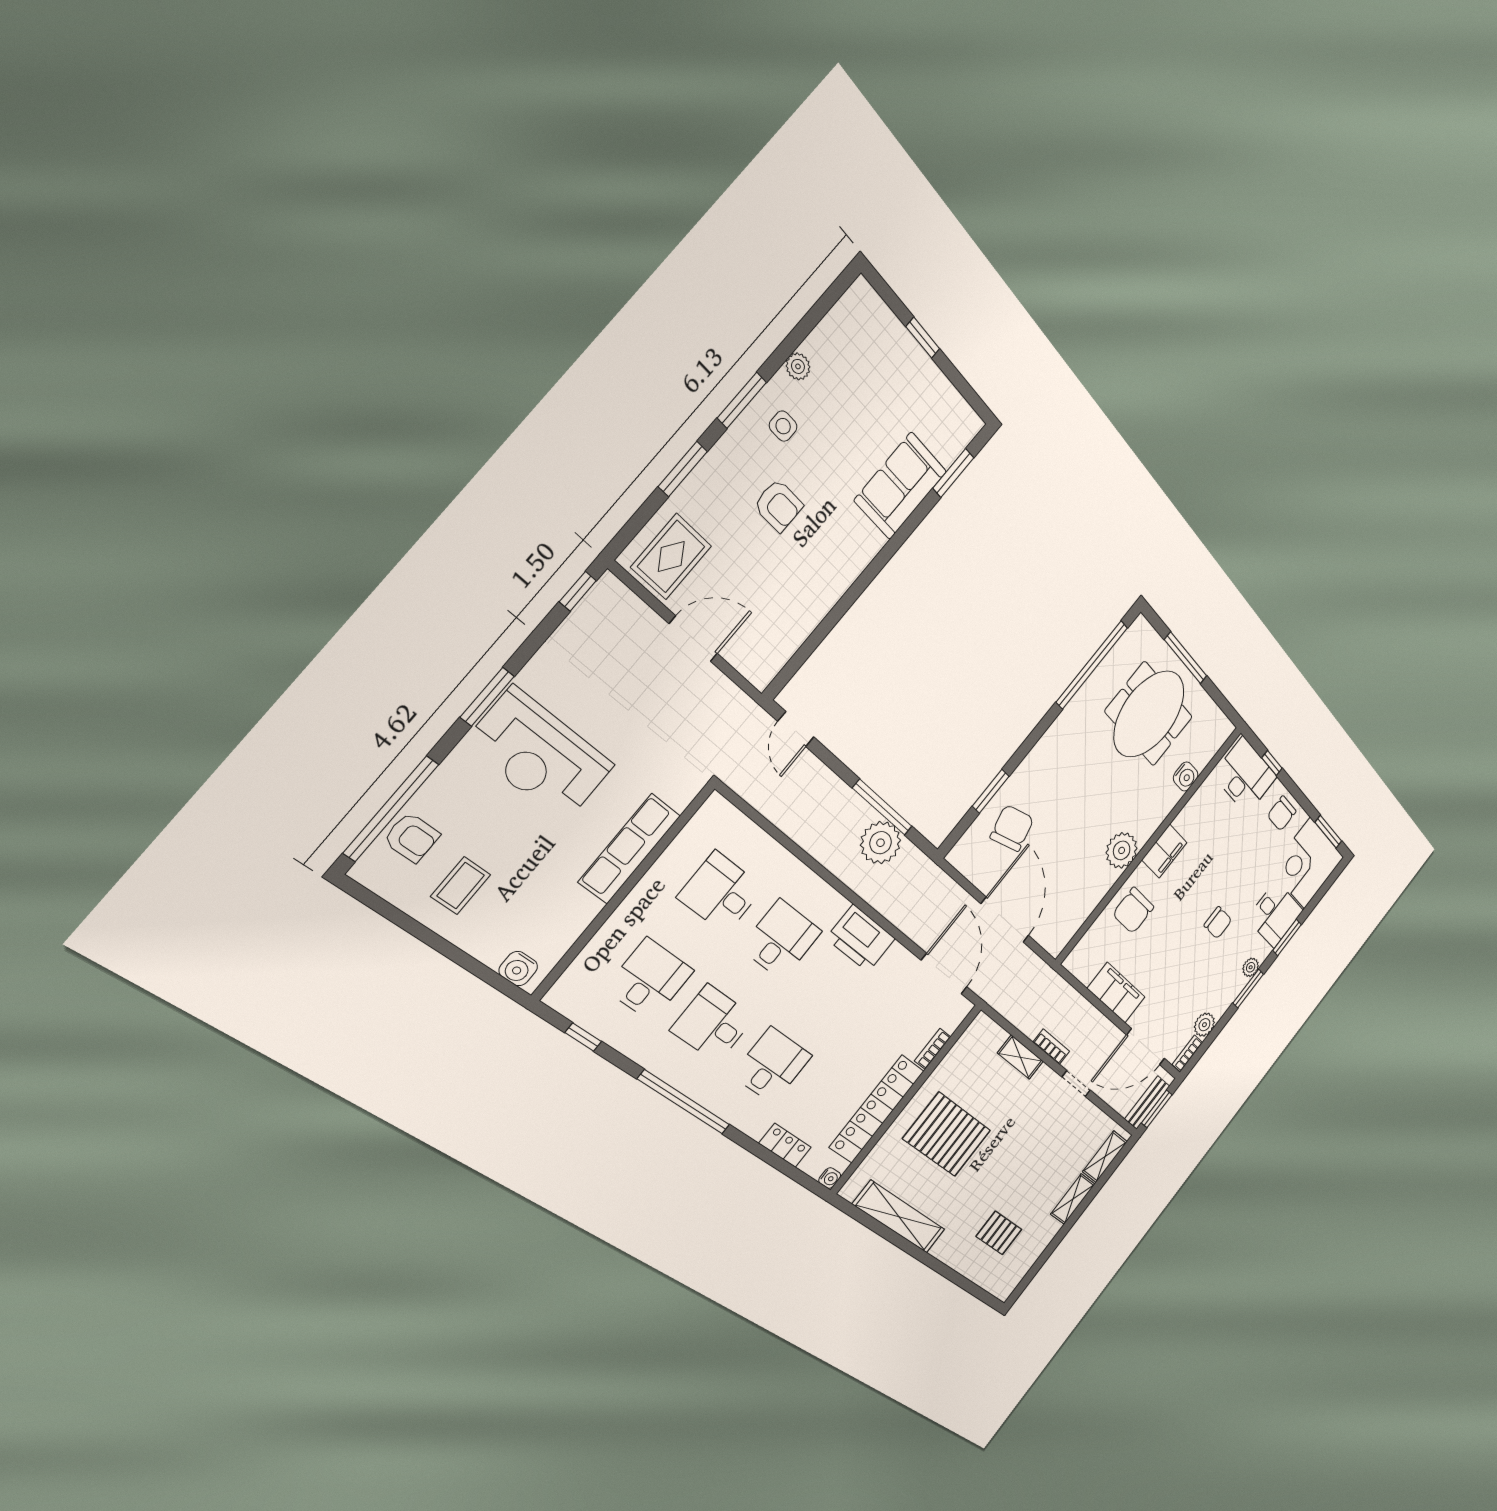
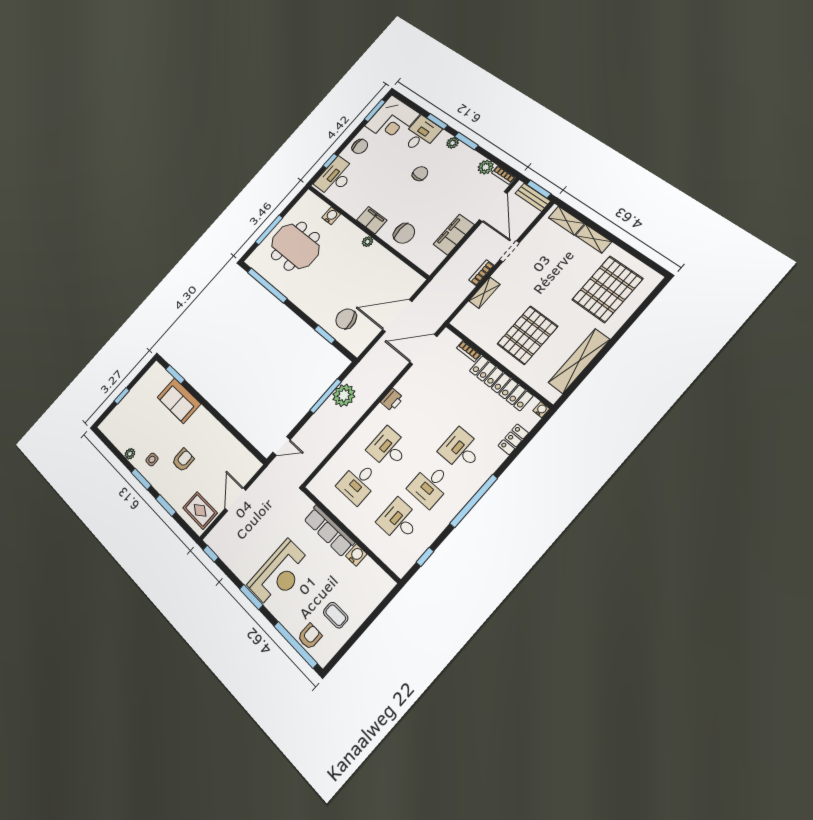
plant: (1122, 850) -> (368, 242), width x0.53, depth x0.53
printer: (861, 938) -> (392, 400), width x0.53, depth x0.68
water cooler: (518, 969) -> (356, 555), moved, turned -90
pallet: (999, 1233) -> (607, 289), width x2.05, depth x2.00

